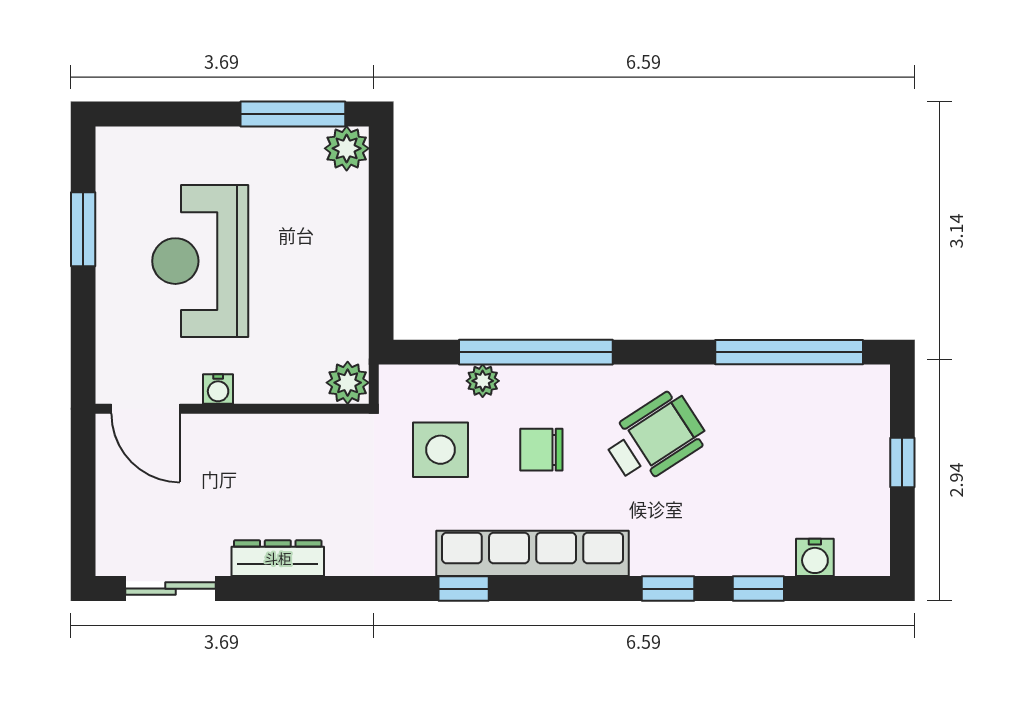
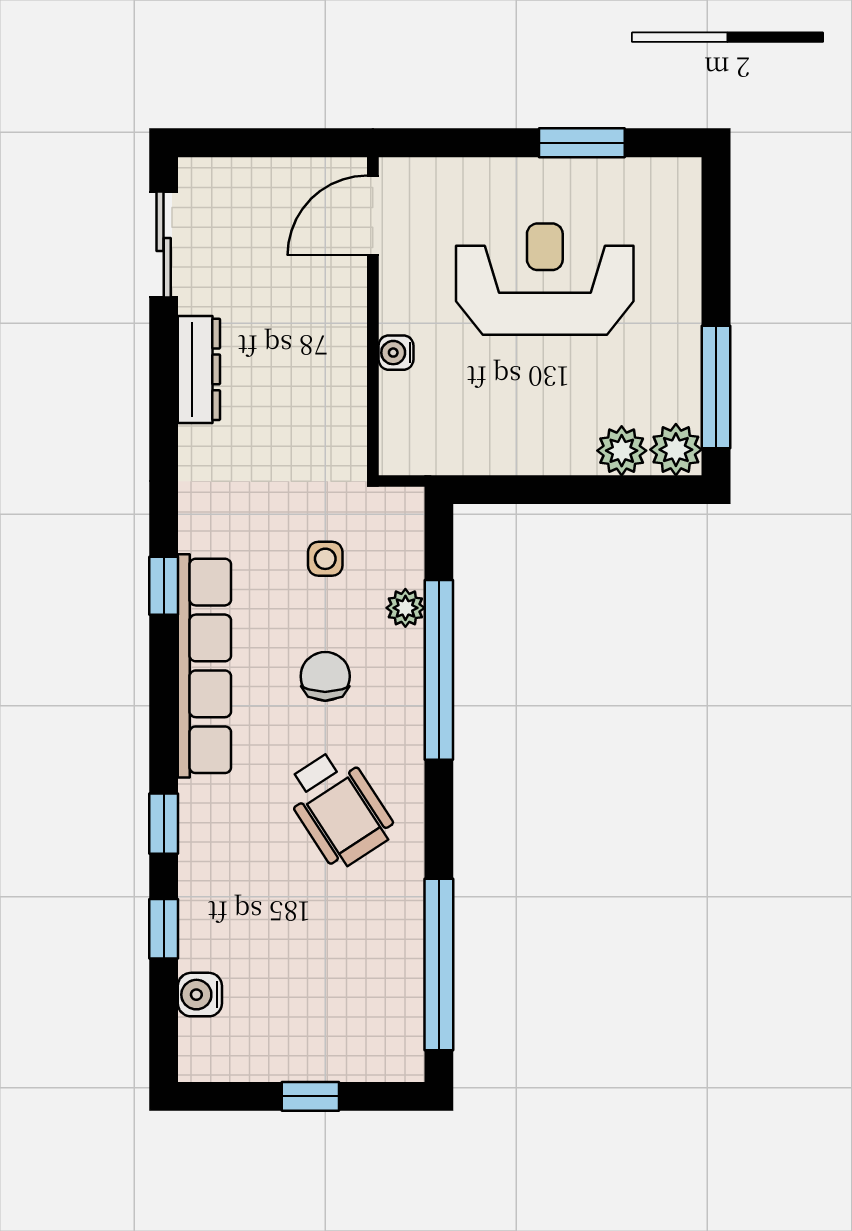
plant: (348, 383) -> (622, 451), moved
water cooler: (218, 389) -> (396, 353), moved
side table: (441, 450) -> (325, 559), width x0.54, depth x0.54

